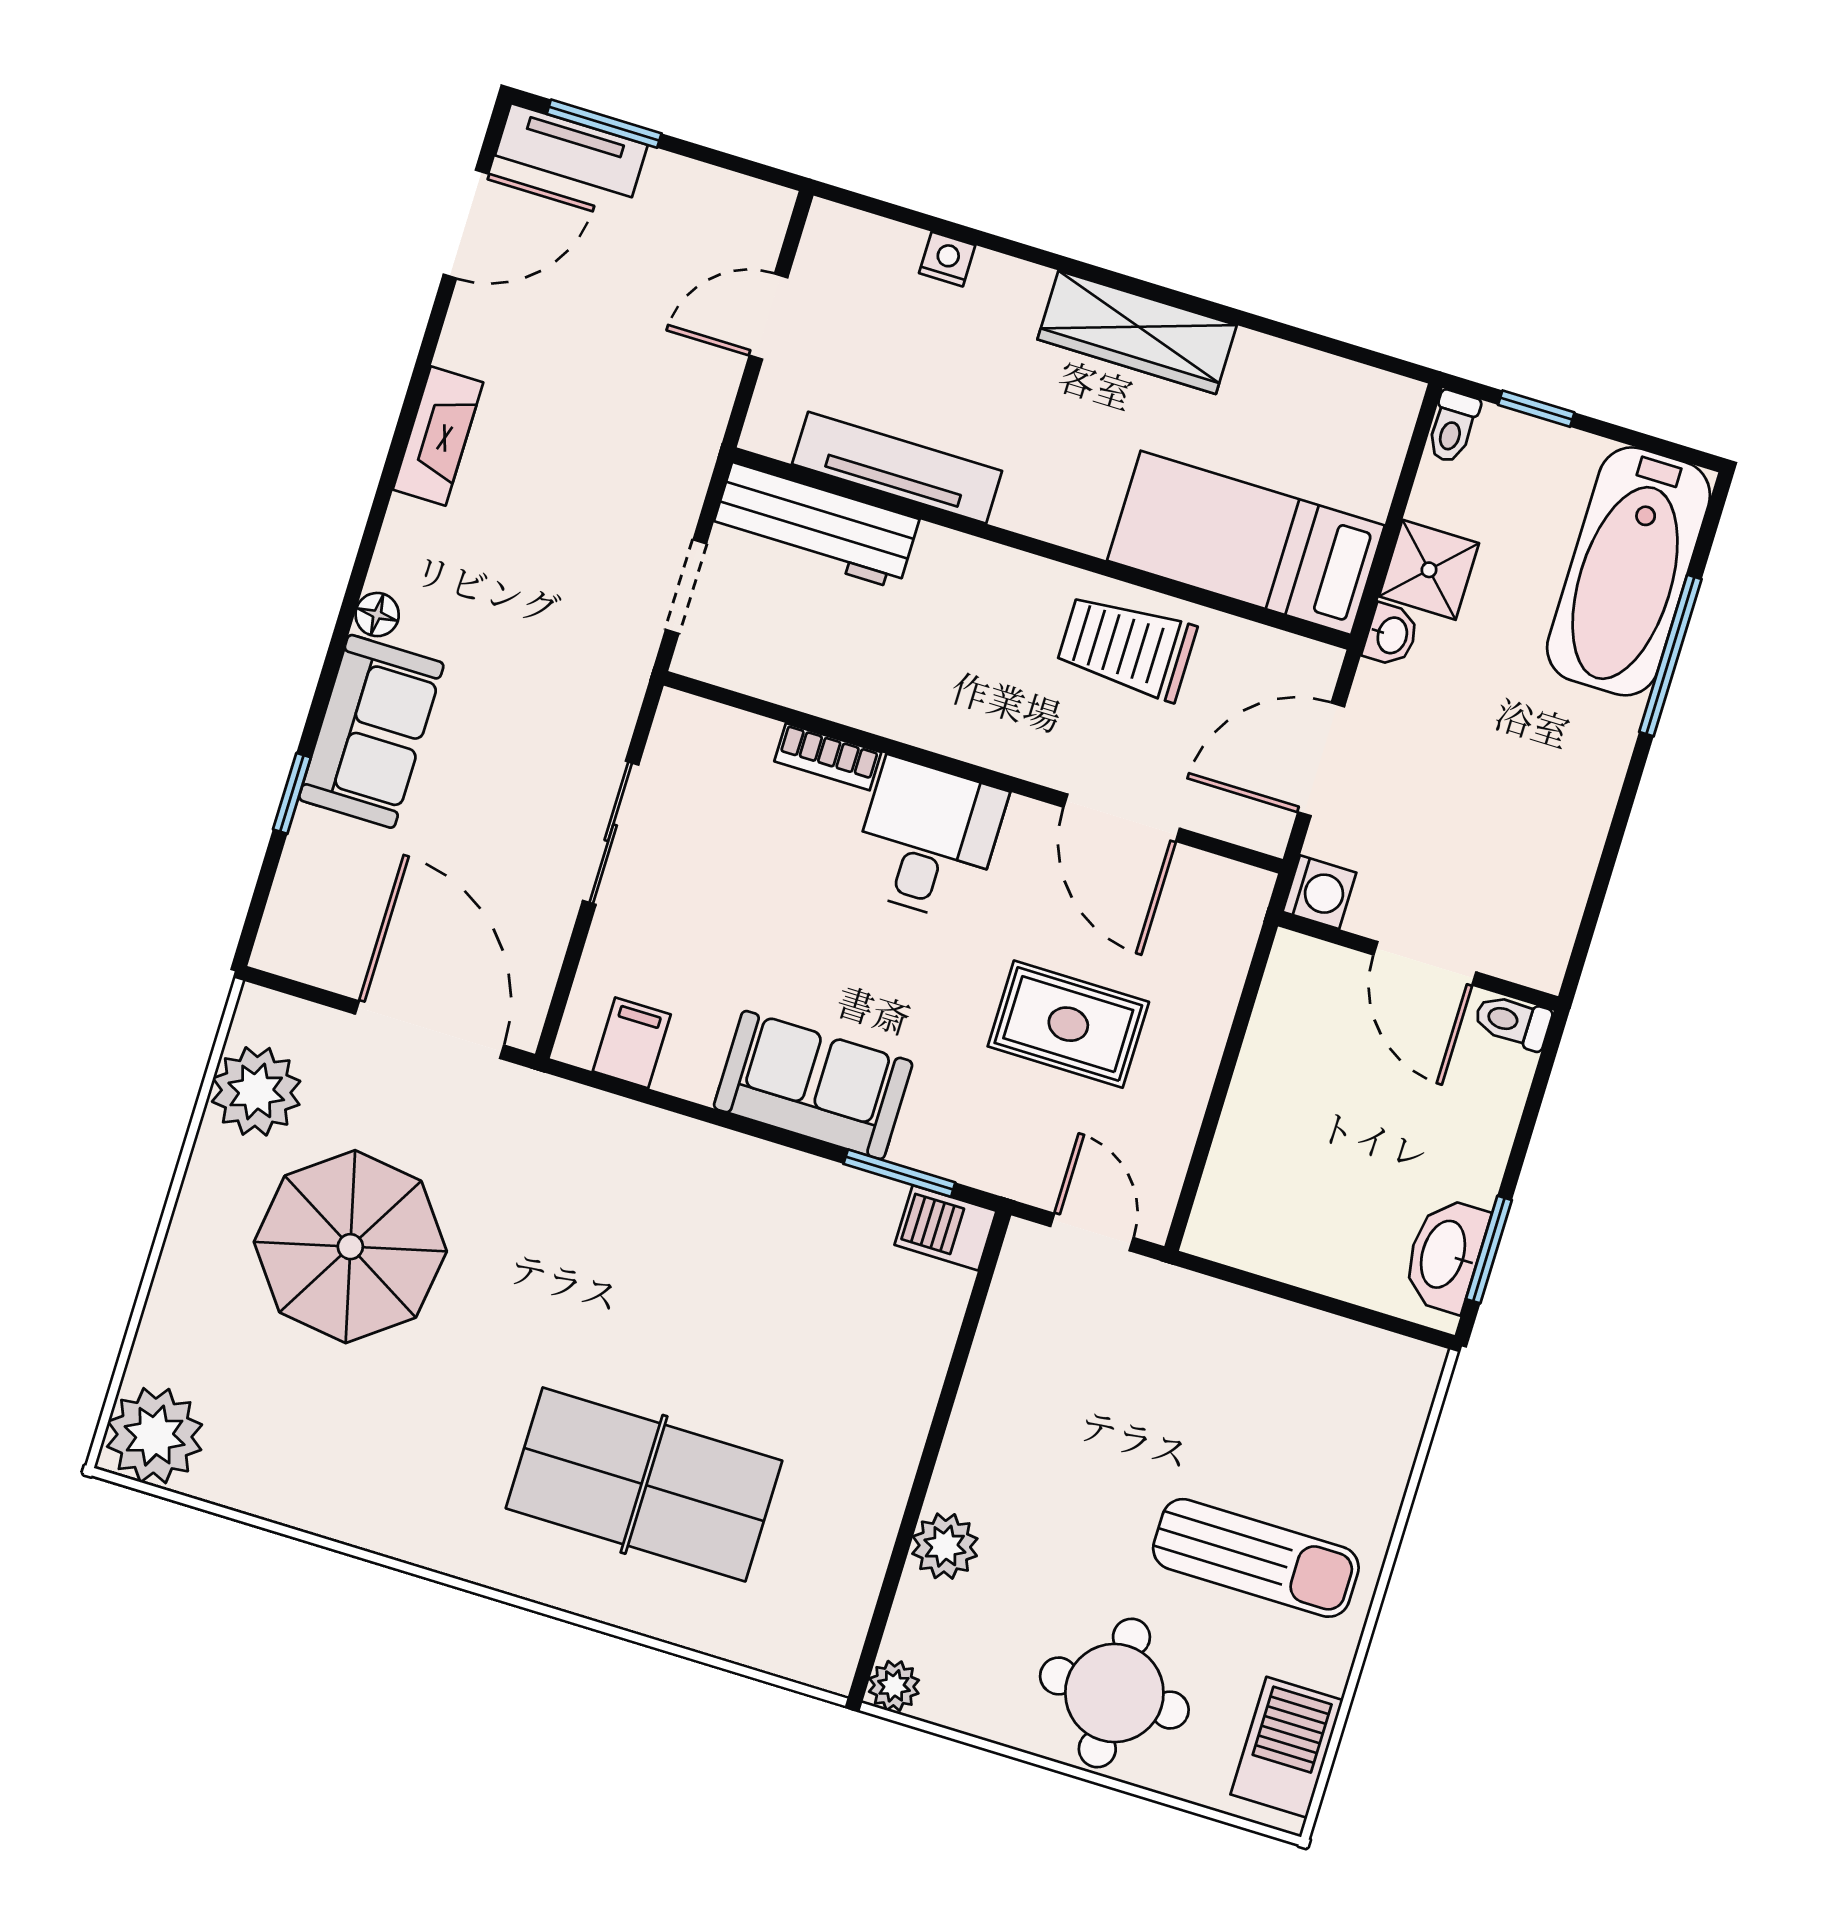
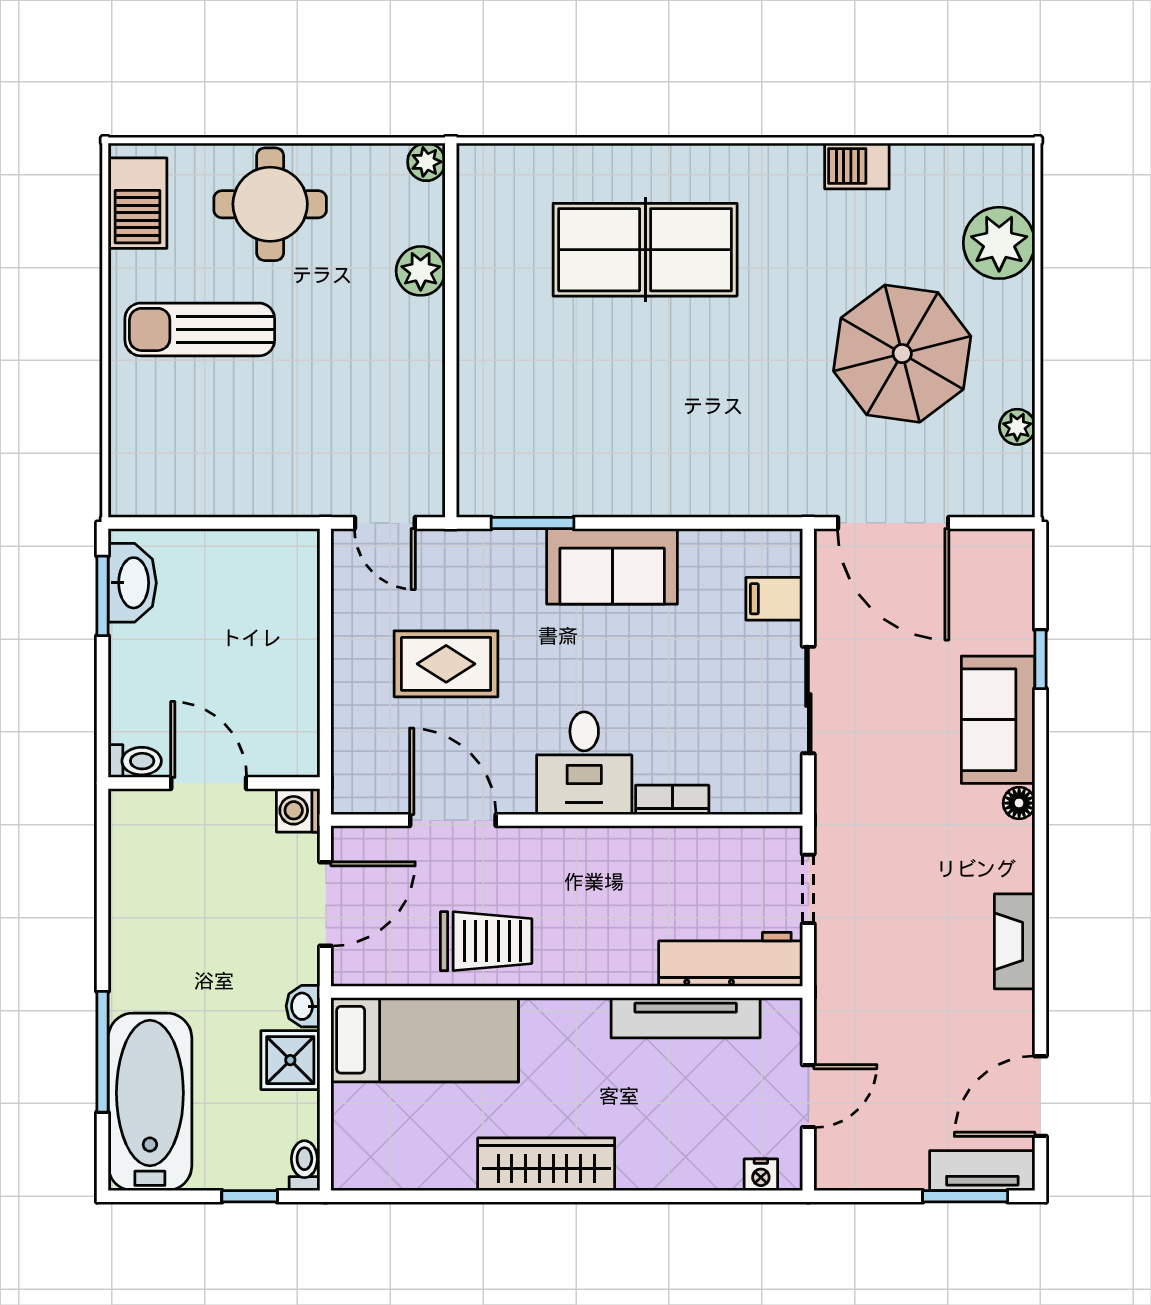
nightstand: (947, 259) -> (761, 1175), moved
filing cabinet: (632, 1043) -> (774, 599), moved, turned 90
plant: (256, 1091) -> (1017, 427), width x0.53, depth x0.53
barbecue: (945, 1228) -> (857, 166), moved, turned 180
plant: (155, 1436) -> (999, 243), moved

